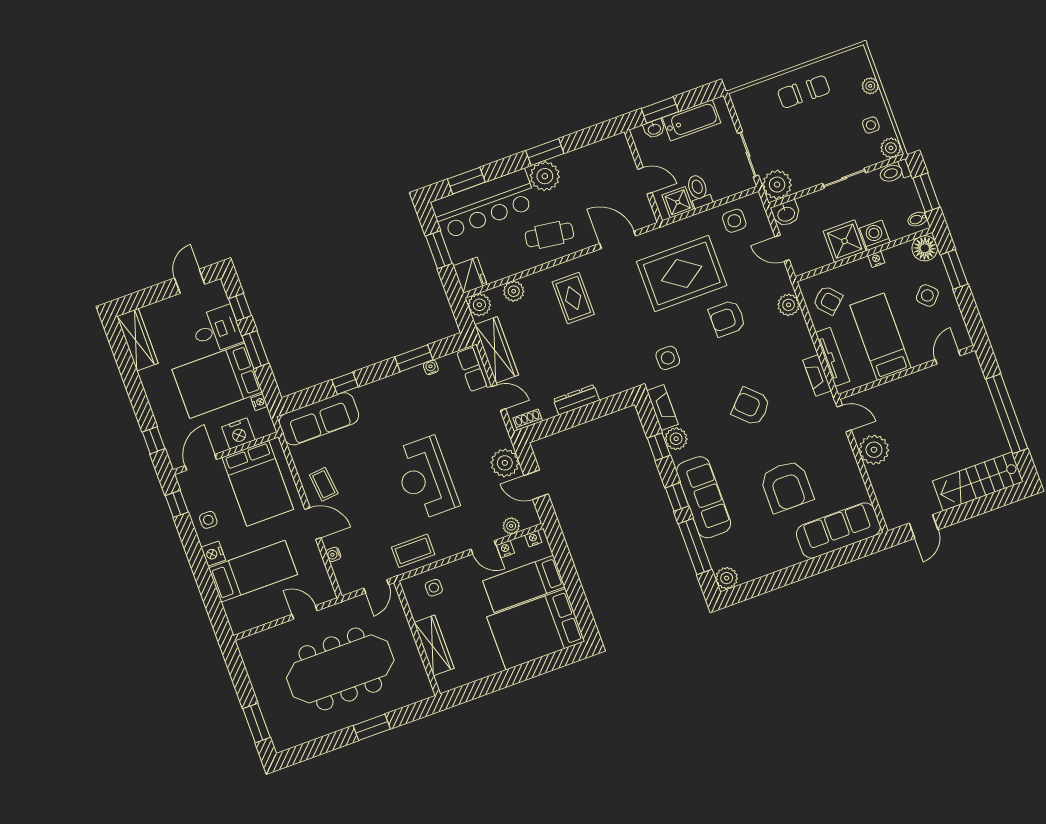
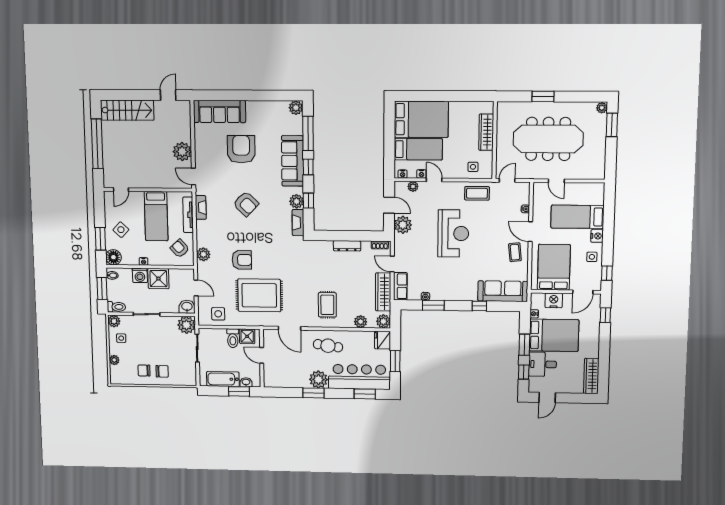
side table: (668, 358) -> (285, 250), removed
plant: (281, 742) -> (602, 108), added

